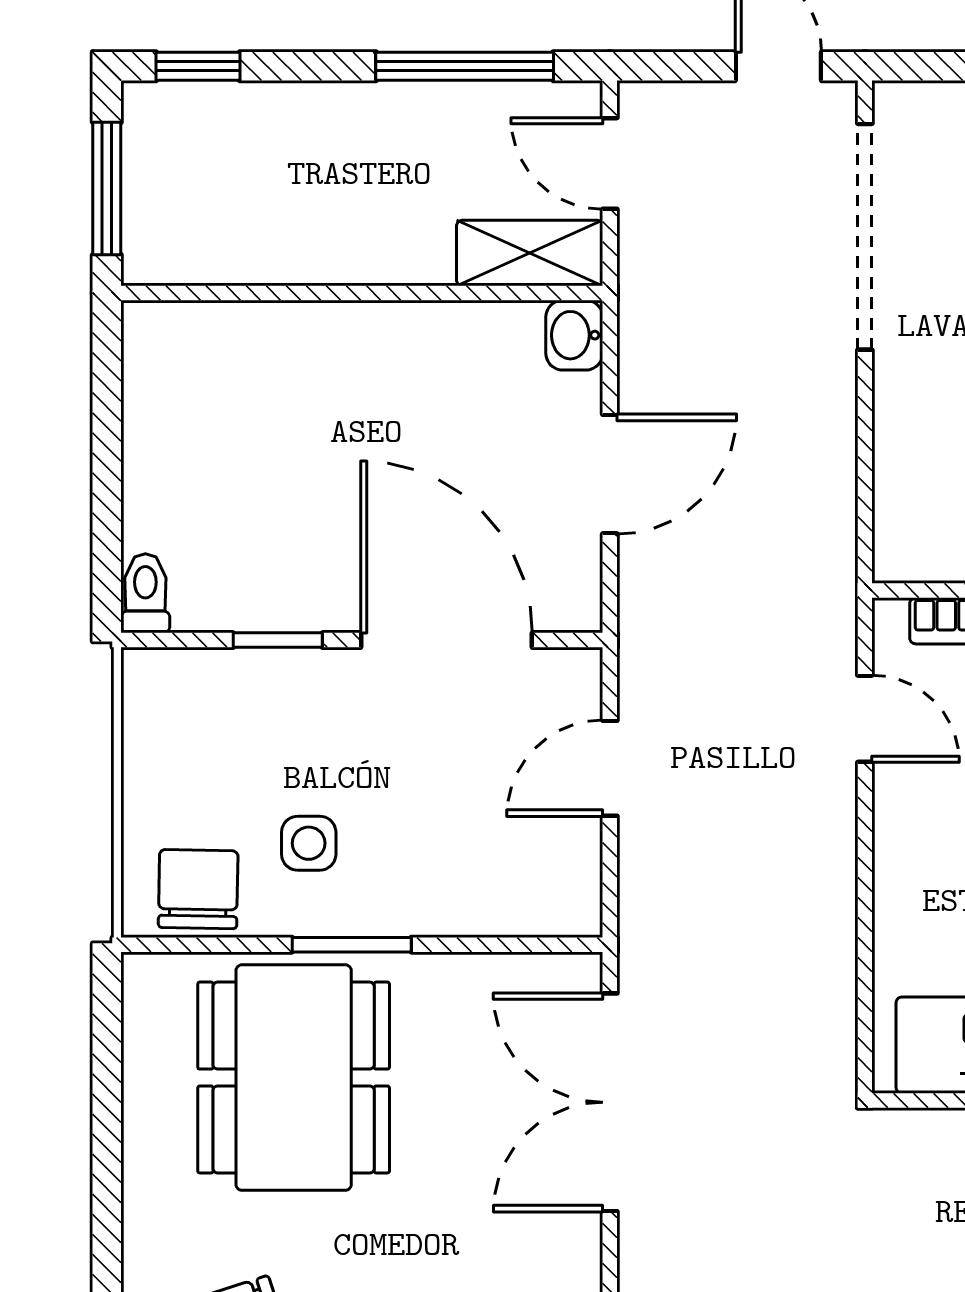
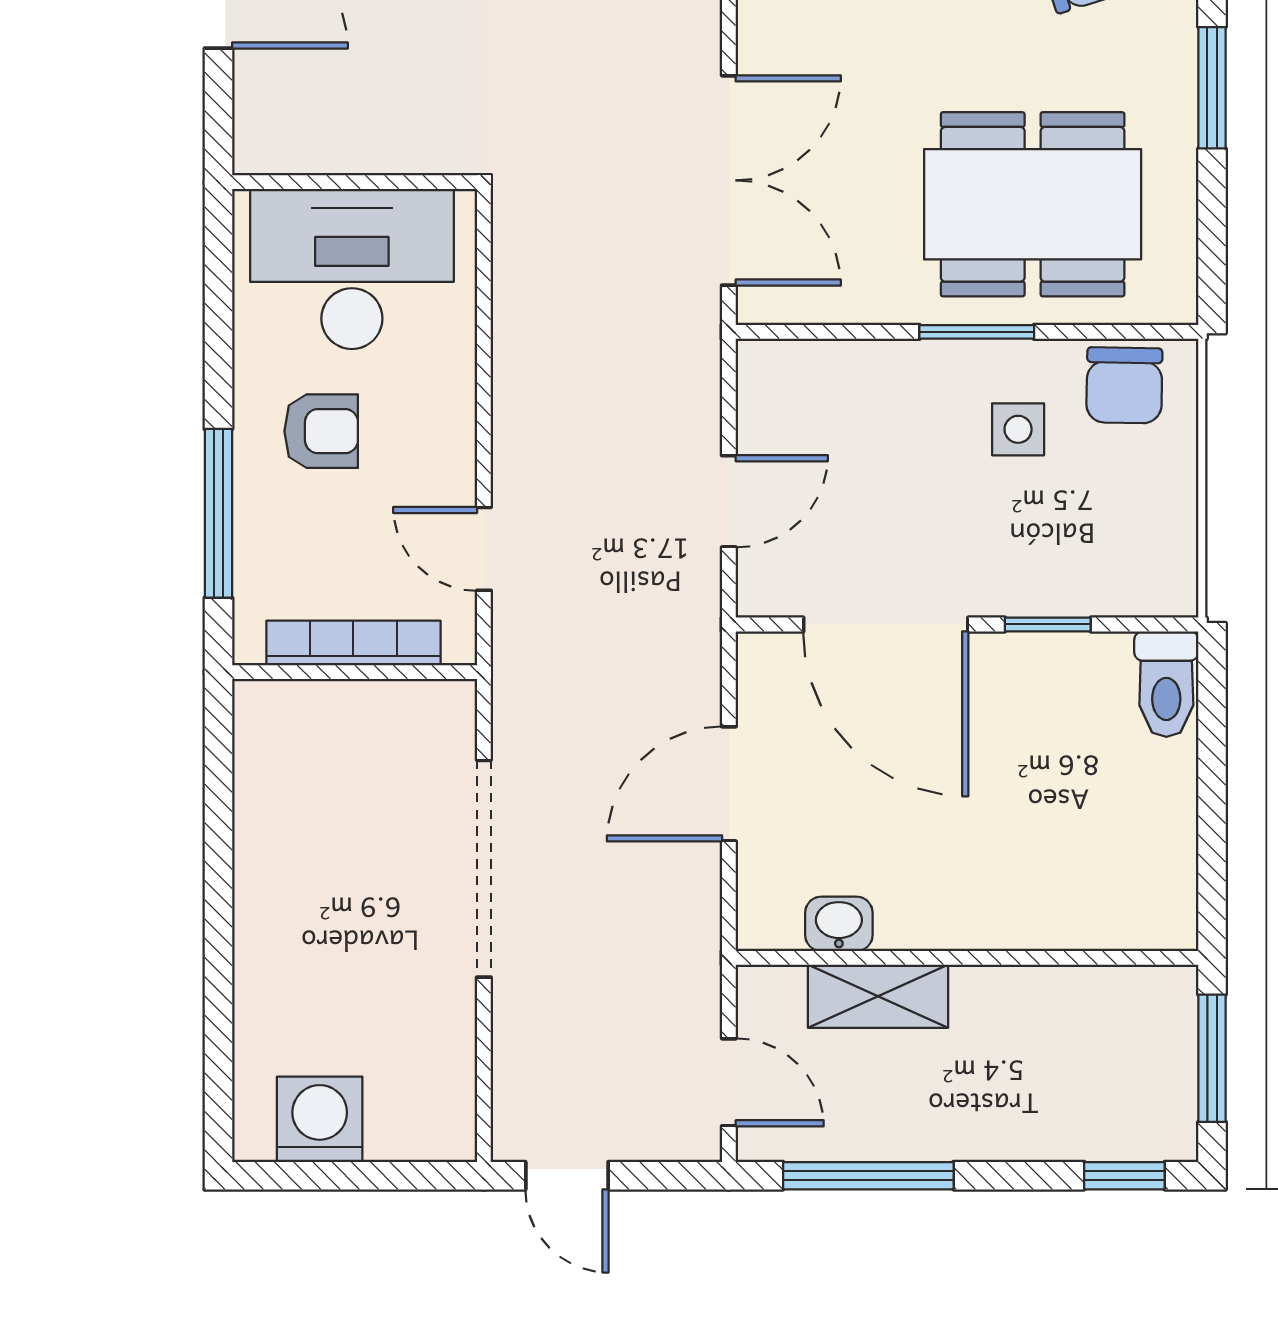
doorway: (865, 237) -> (484, 869), moved
shelving: (530, 253) -> (878, 996), moved
washbasin: (574, 335) -> (839, 924), moved, turned -90
toilet: (145, 593) -> (1166, 684), width x1.37, depth x1.39
dining table: (294, 1078) -> (1033, 204), turned 90
window: (107, 1199) -> (1212, 88), added

